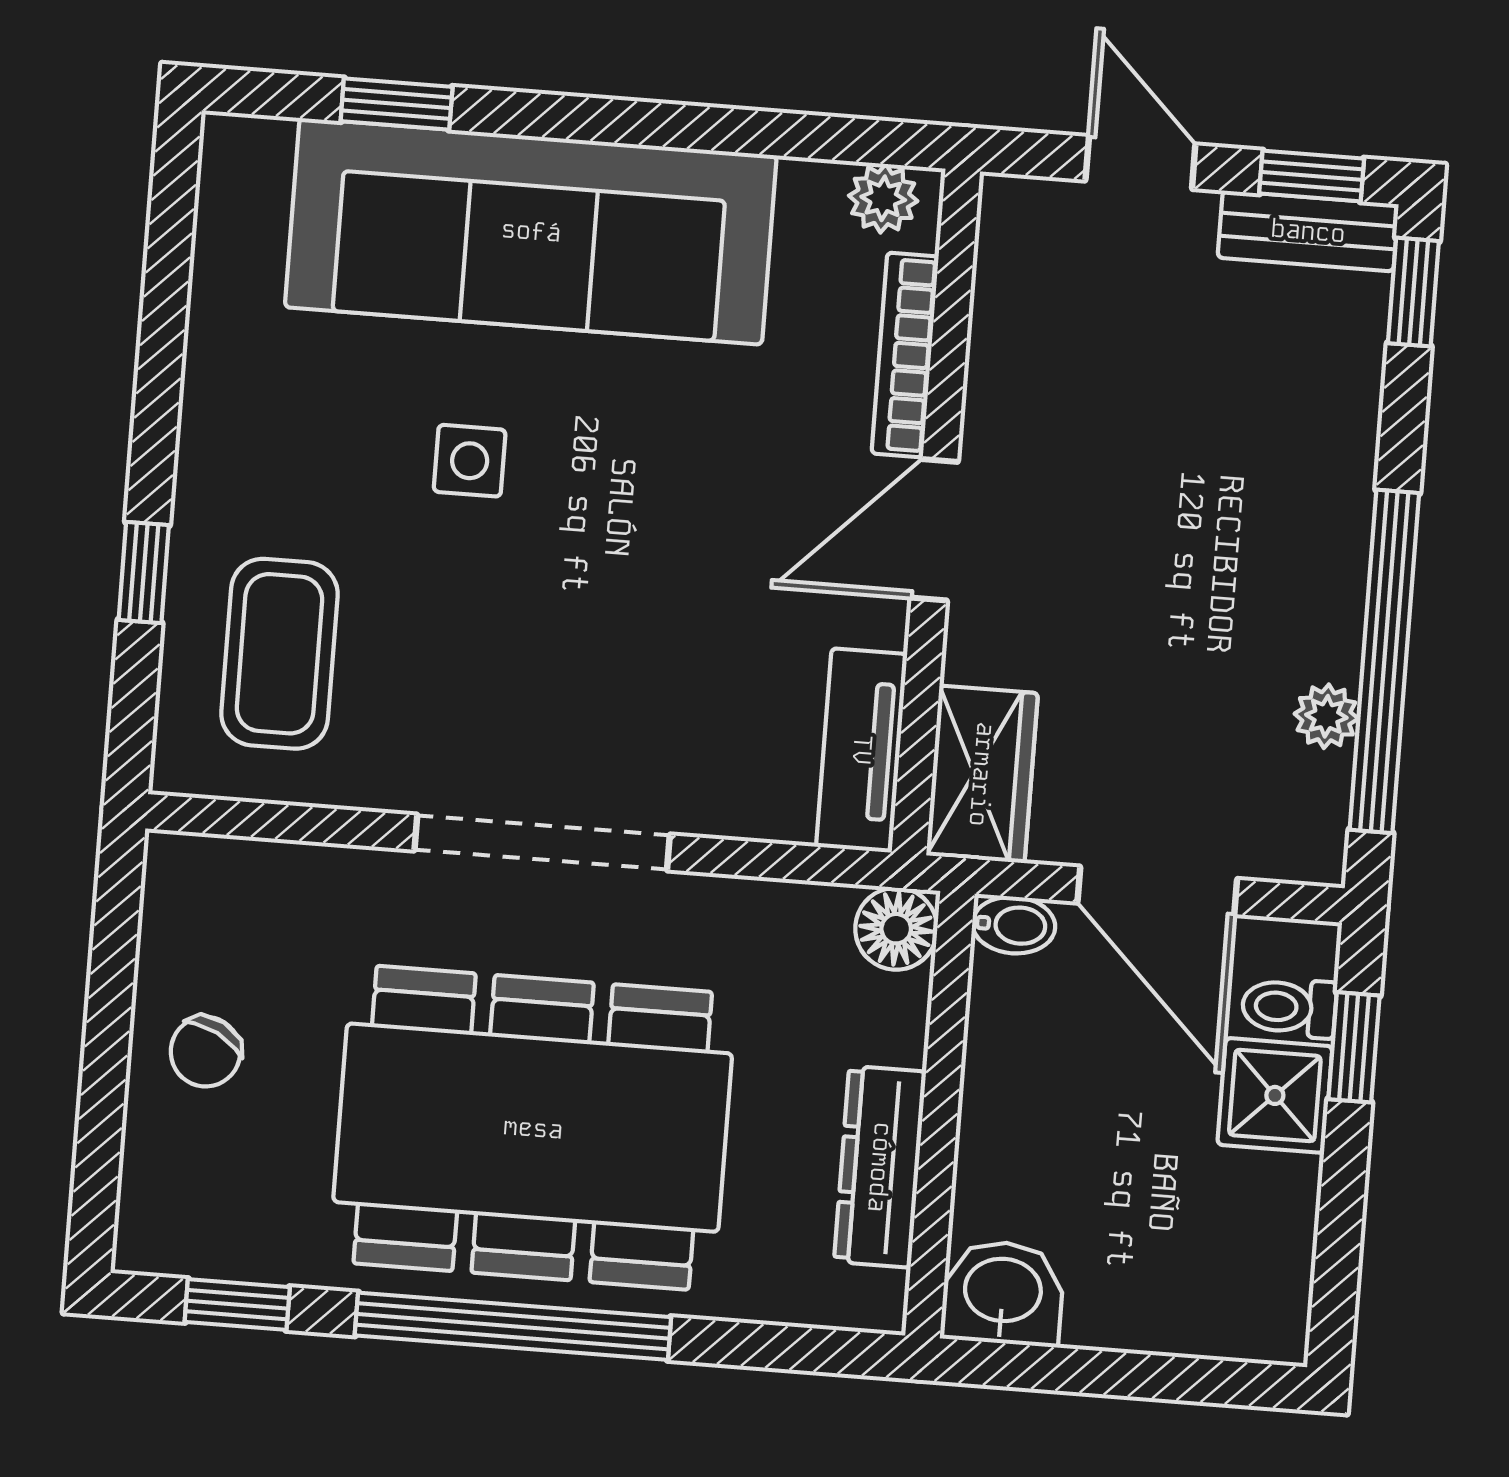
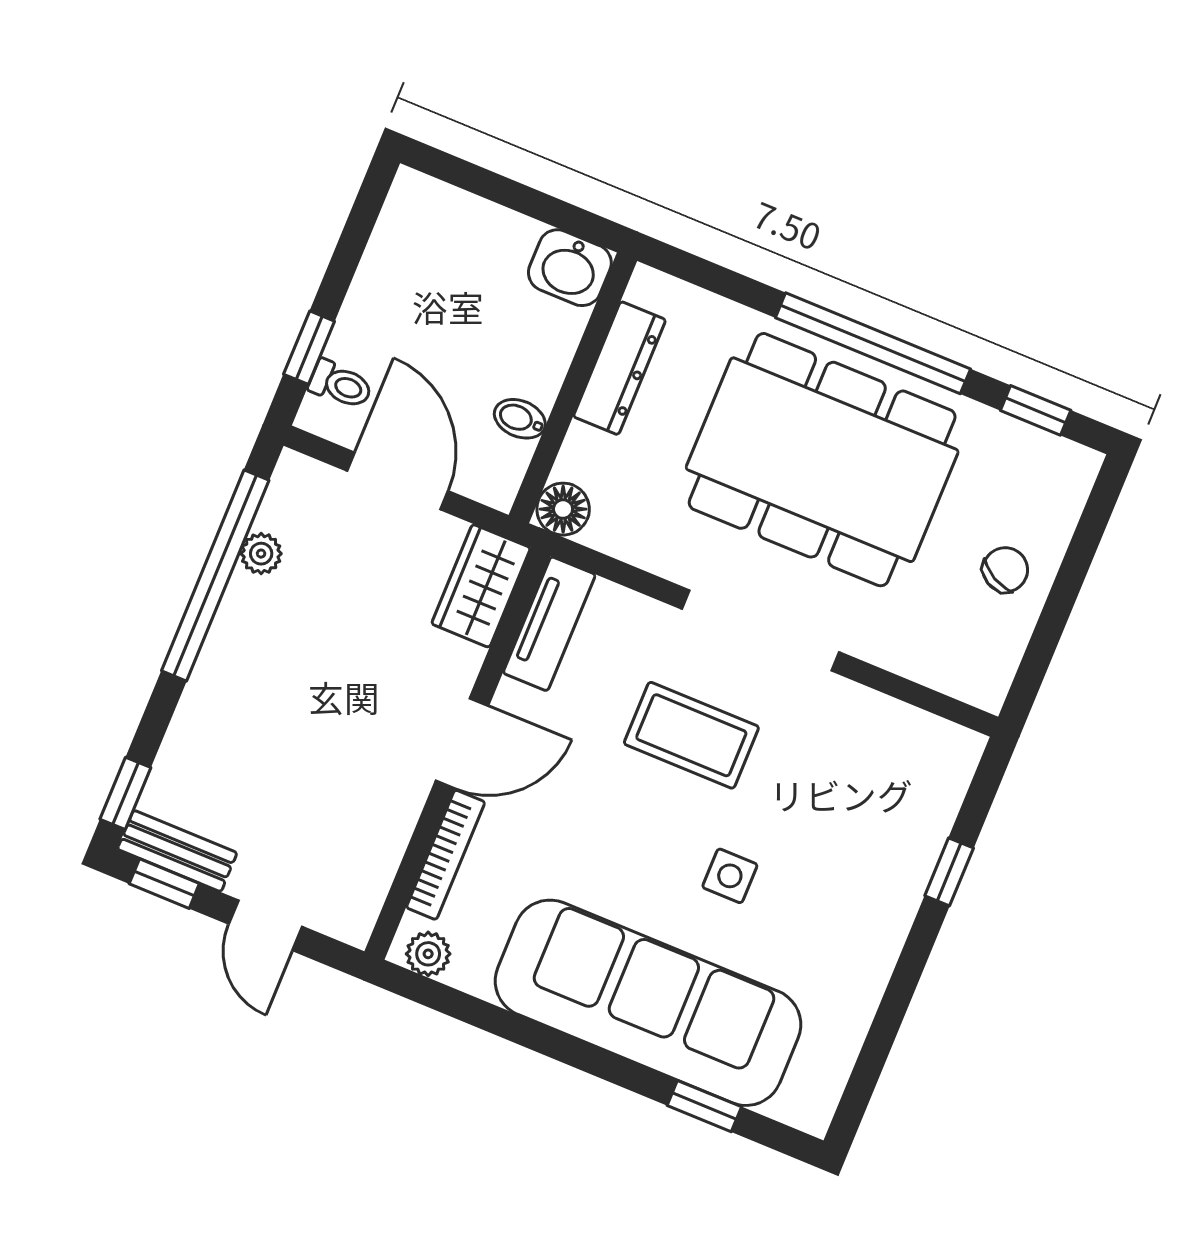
coffee table: (279, 654) -> (691, 735), moved, turned 90
bidet: (1014, 925) -> (520, 419), moved
shower: (1275, 1095) -> (366, 334), removed

